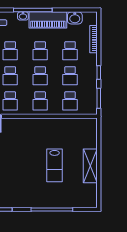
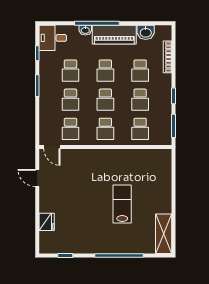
lab bench: (55, 165) -> (122, 204), turned 180
shelving: (90, 166) -> (164, 234), moved

